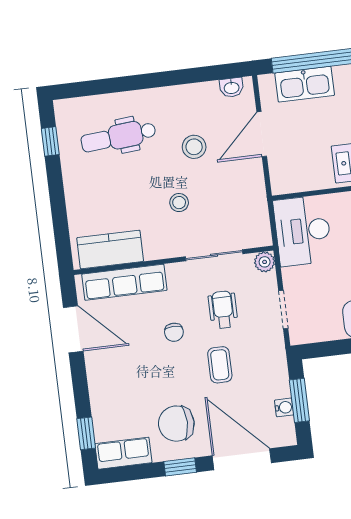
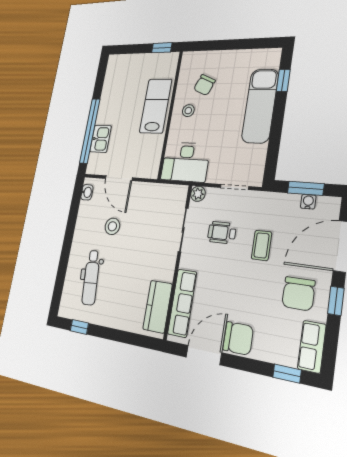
kitchen sink: (305, 84) -> (101, 139), width x0.73
stool: (179, 203) -> (142, 246), removed
chair: (174, 332) -> (238, 338), moved, width x1.87, depth x1.87
coffee table: (220, 365) -> (262, 245), turned 90

